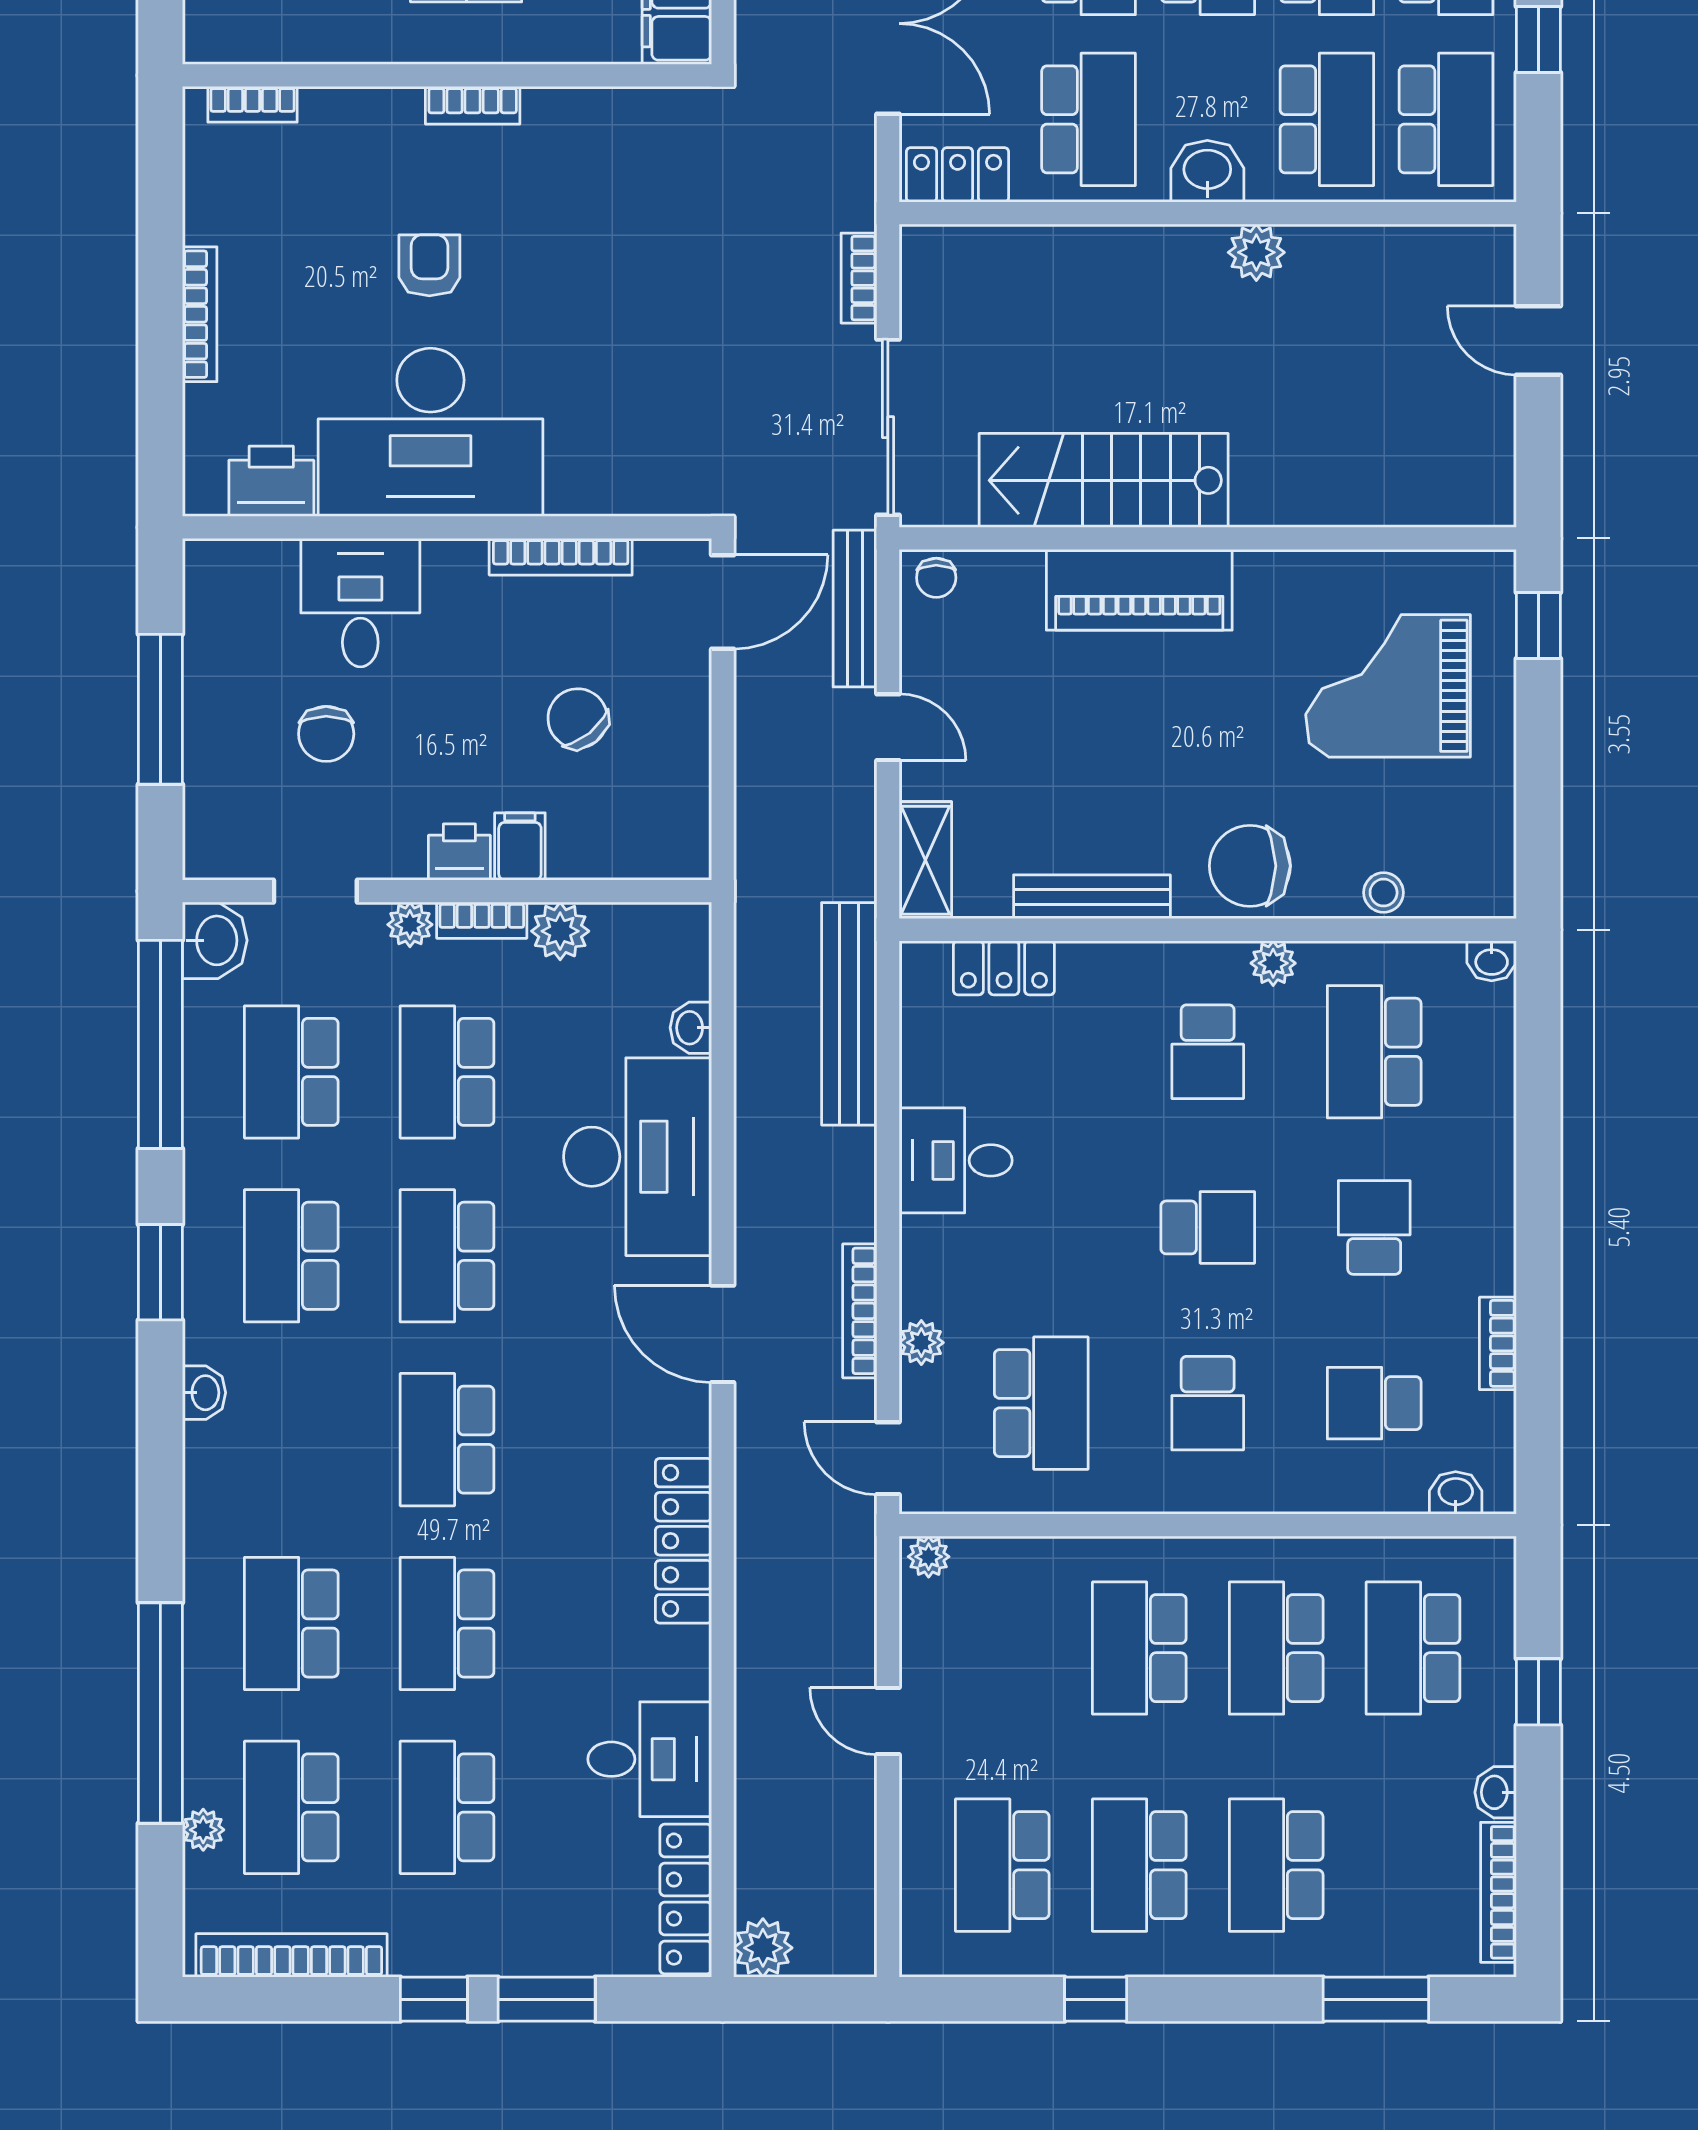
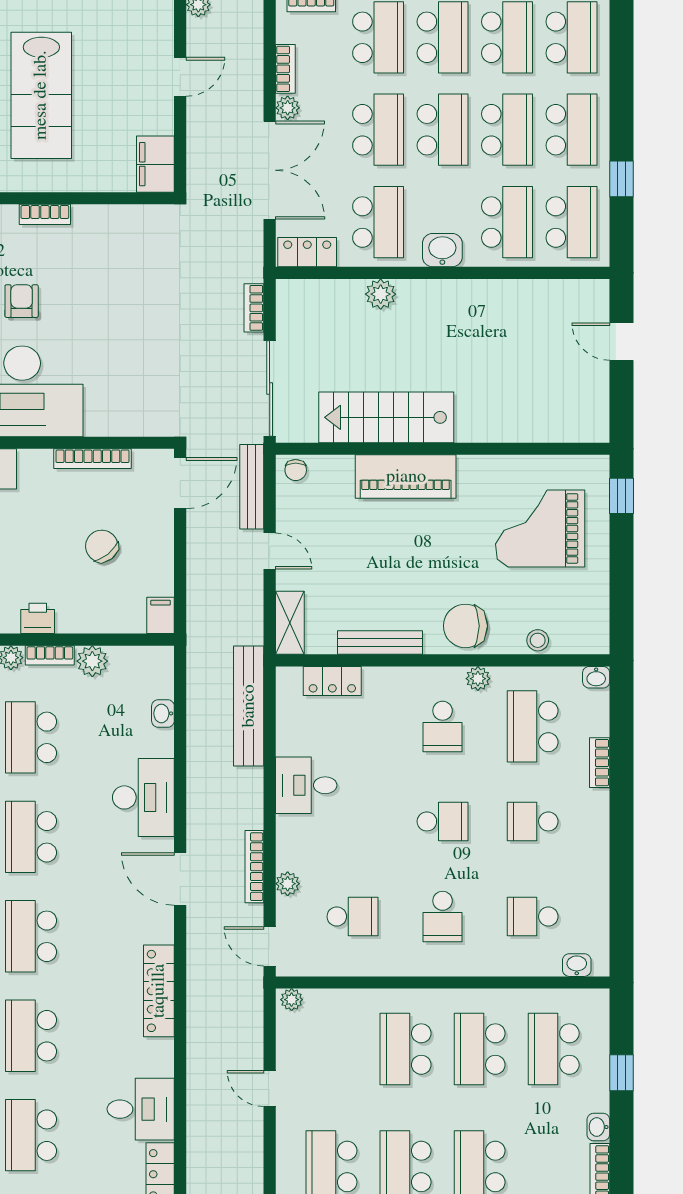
plant: (1256, 252) -> (381, 294), moved
filing cabinet: (520, 847) -> (161, 615), moved
desk: (638, 1157) -> (143, 797), width x0.73, depth x0.77
school desk: (1374, 1227) -> (533, 821), turned -90
bookcase: (1498, 1343) -> (600, 763), moved
school desk: (1041, 1403) -> (353, 917), width x0.54

